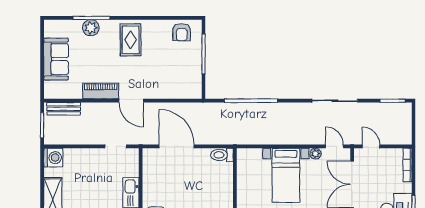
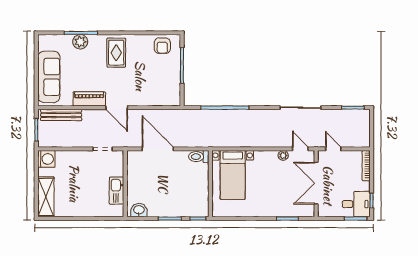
sofa: (56, 59) -> (49, 77), width x1.36
bench: (64, 109) -> (61, 115), width x1.36
bed with nightstands: (286, 175) -> (233, 175), moved

